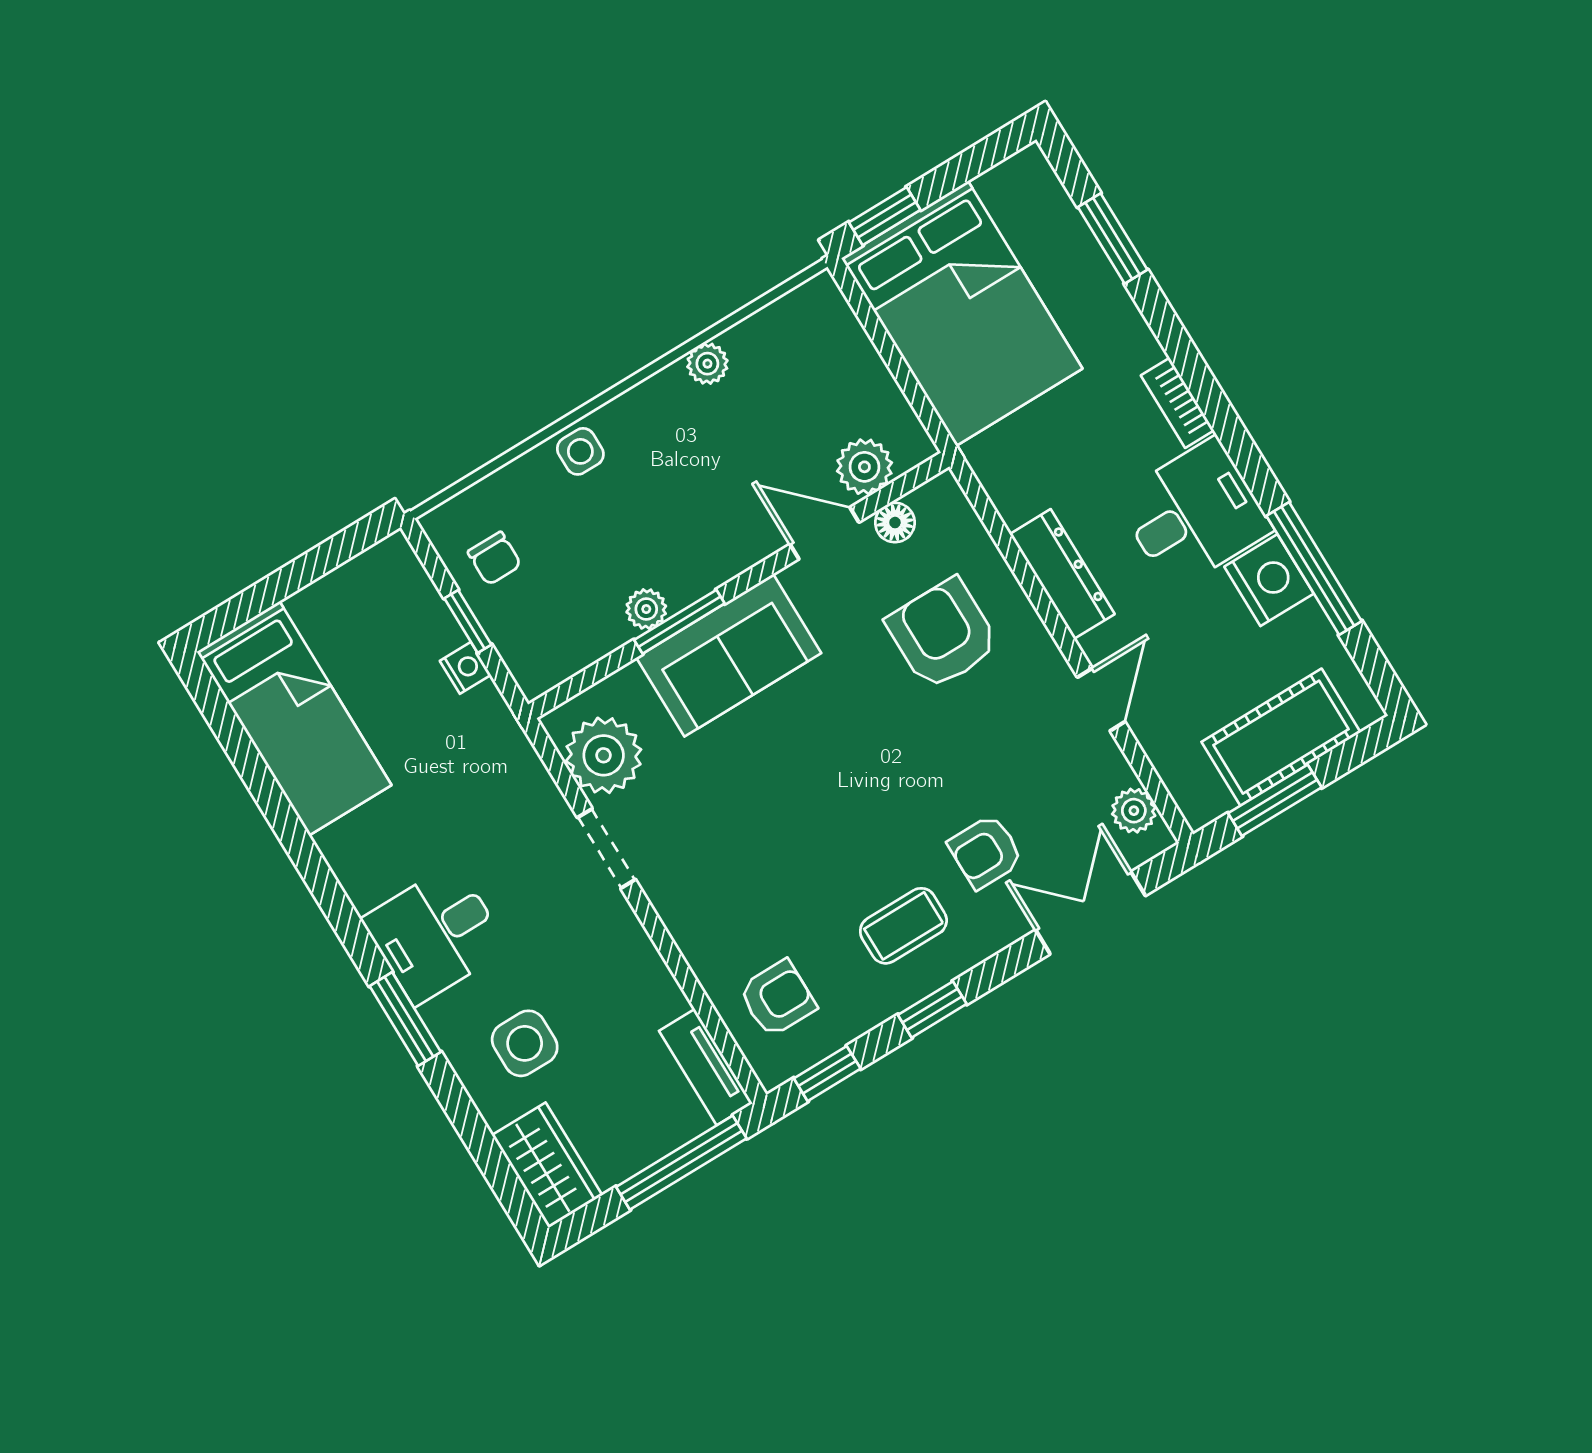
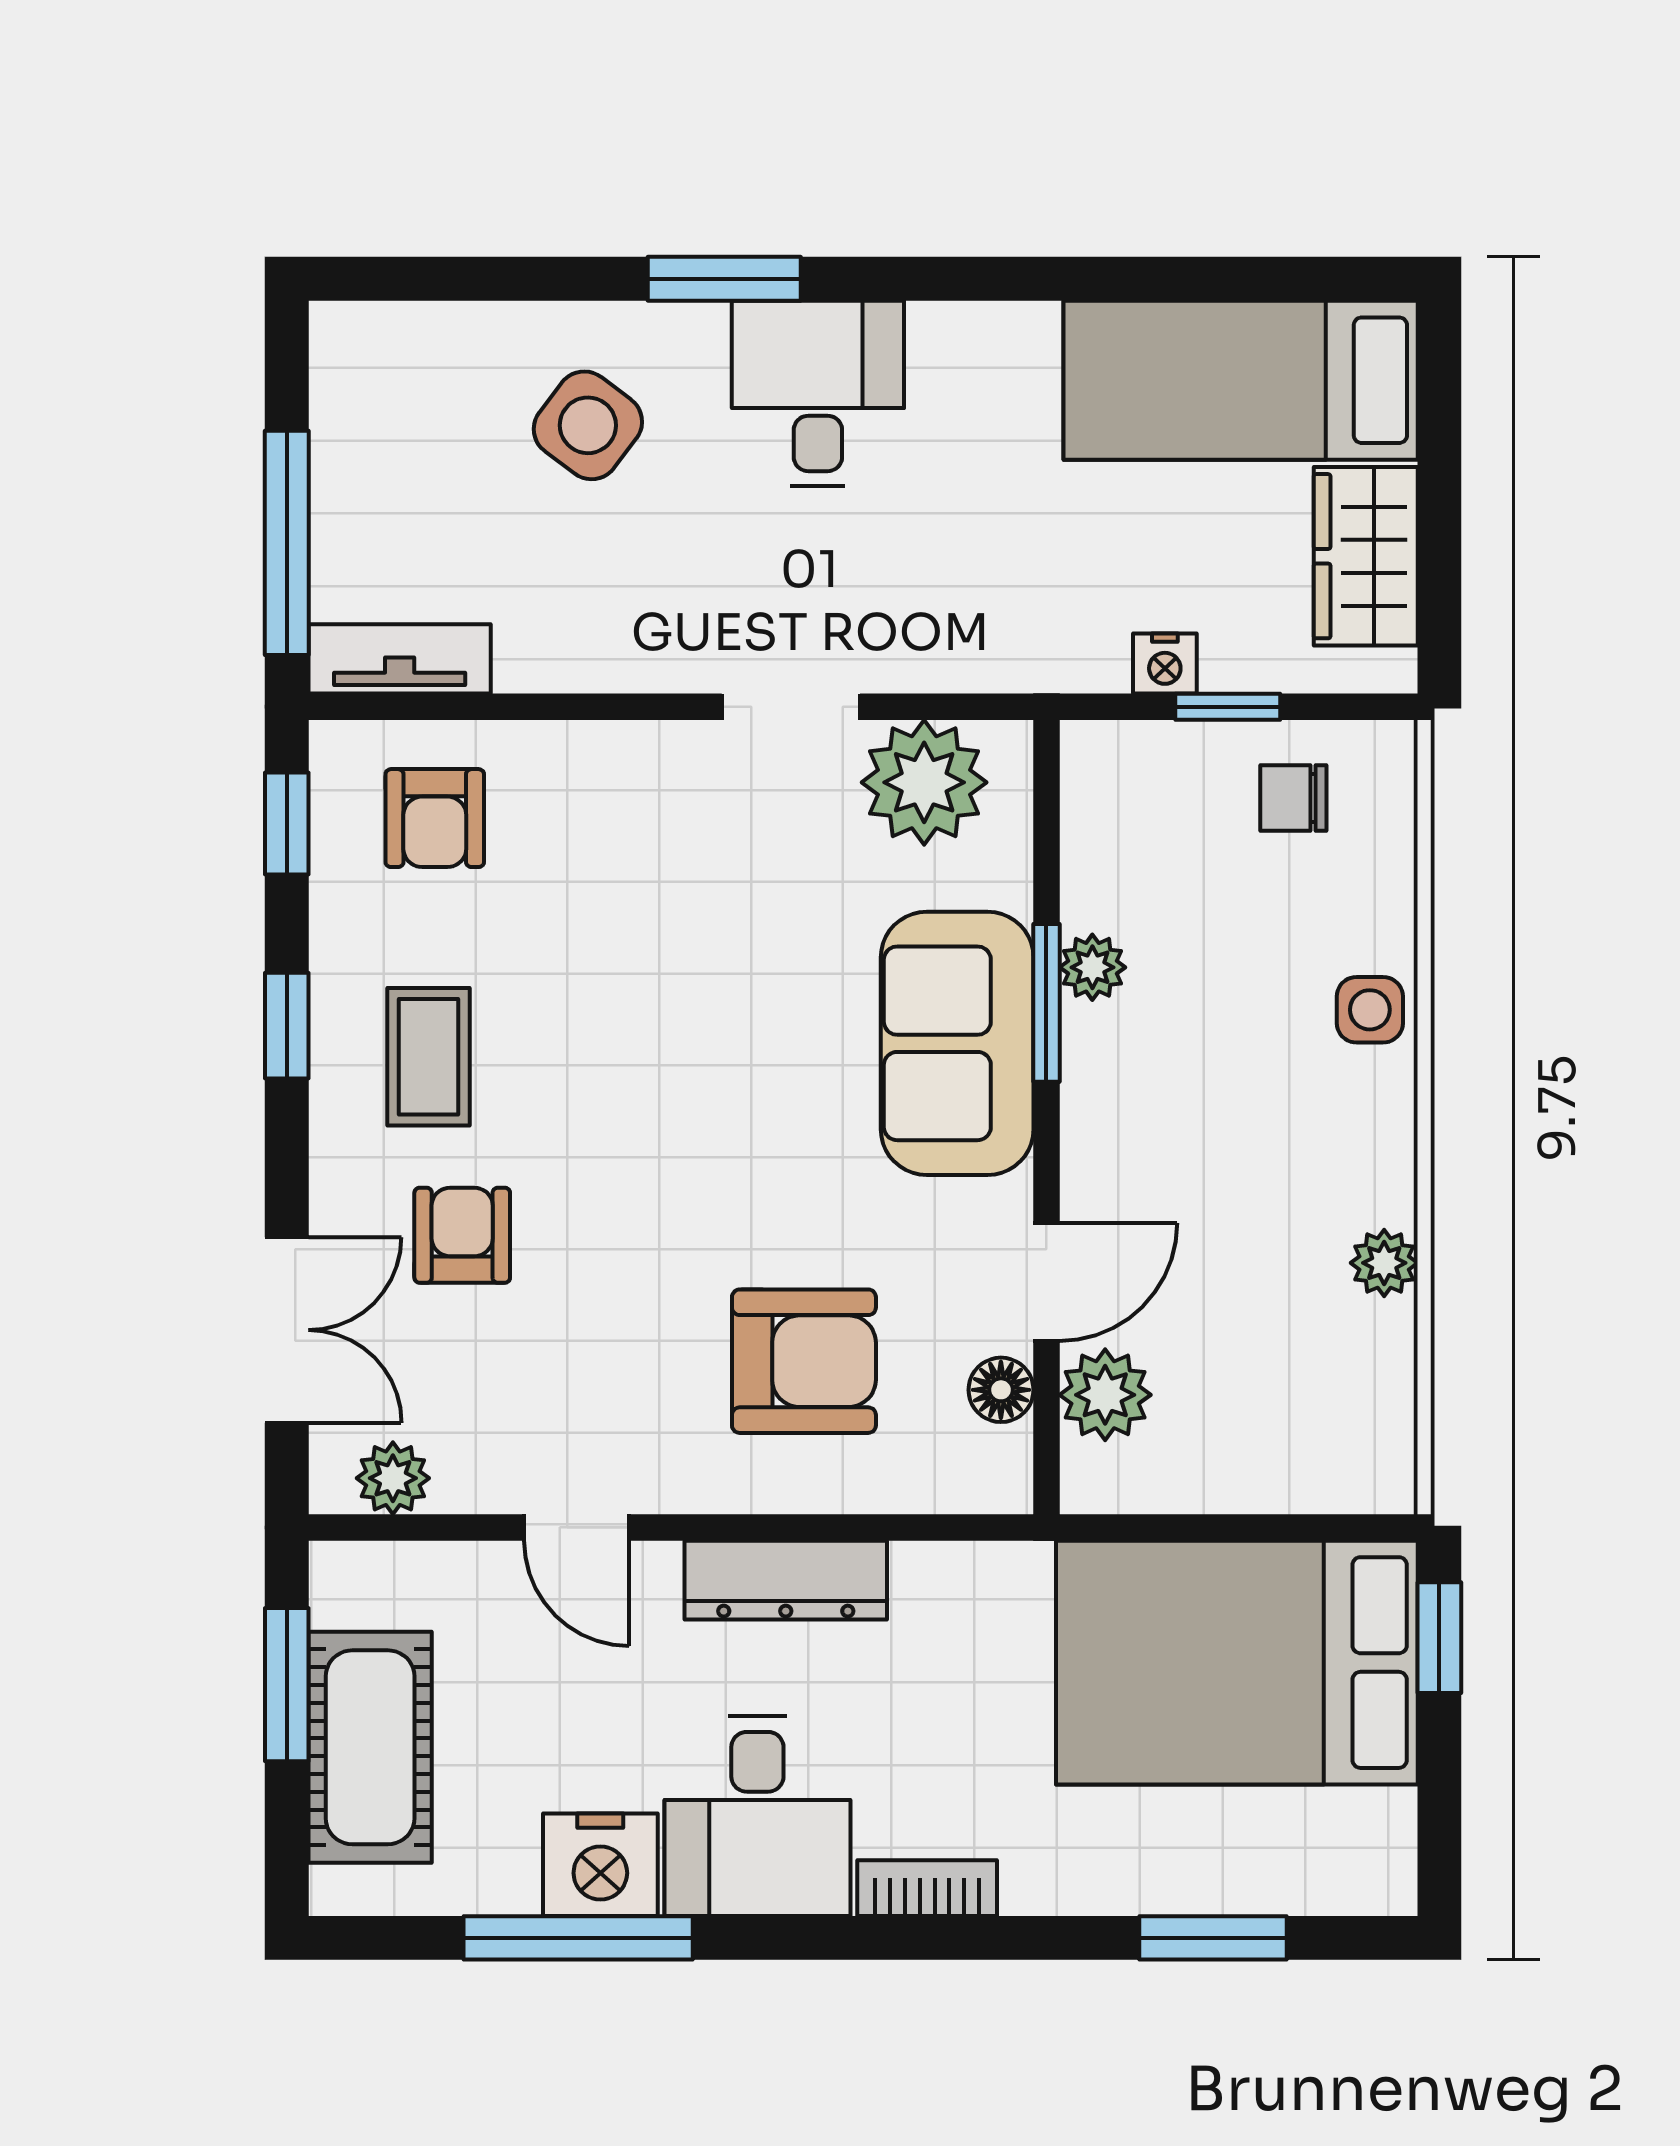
side table: (525, 1043) -> (588, 425), turned 37
wardrobe: (547, 1165) -> (1366, 556), moved, turned 90

